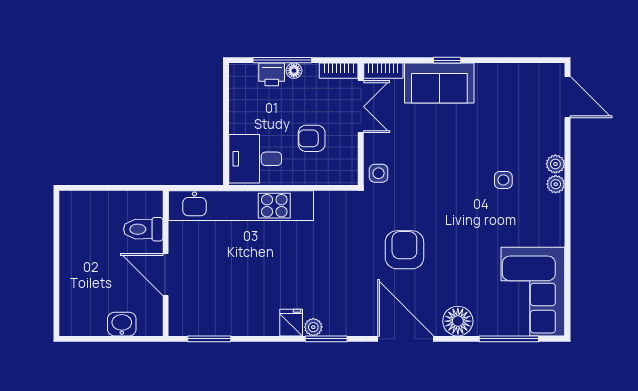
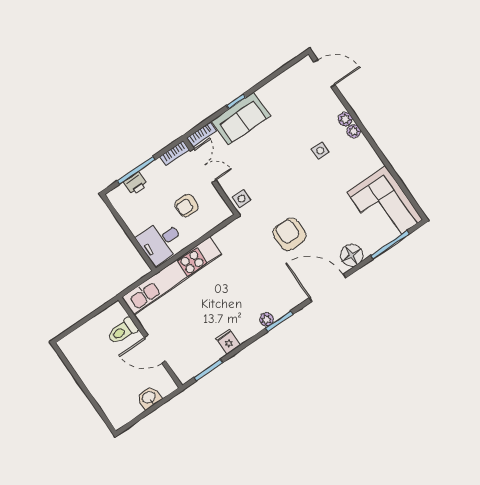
floor lamp: (294, 71) -> (147, 172), removed
fridge: (291, 323) -> (228, 342), moved

